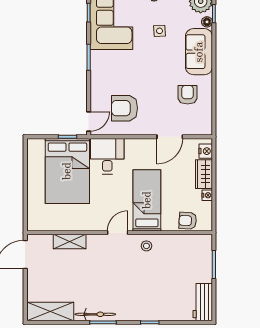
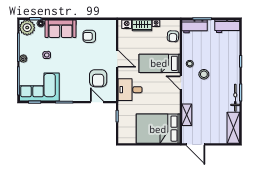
door: (89, 121) -> (97, 102), moved
door: (170, 137) -> (117, 59), moved
bed: (67, 171) -> (158, 129), moved, turned 180
workbench: (203, 253) -> (195, 26), added
stool: (130, 267) -> (204, 74), added

